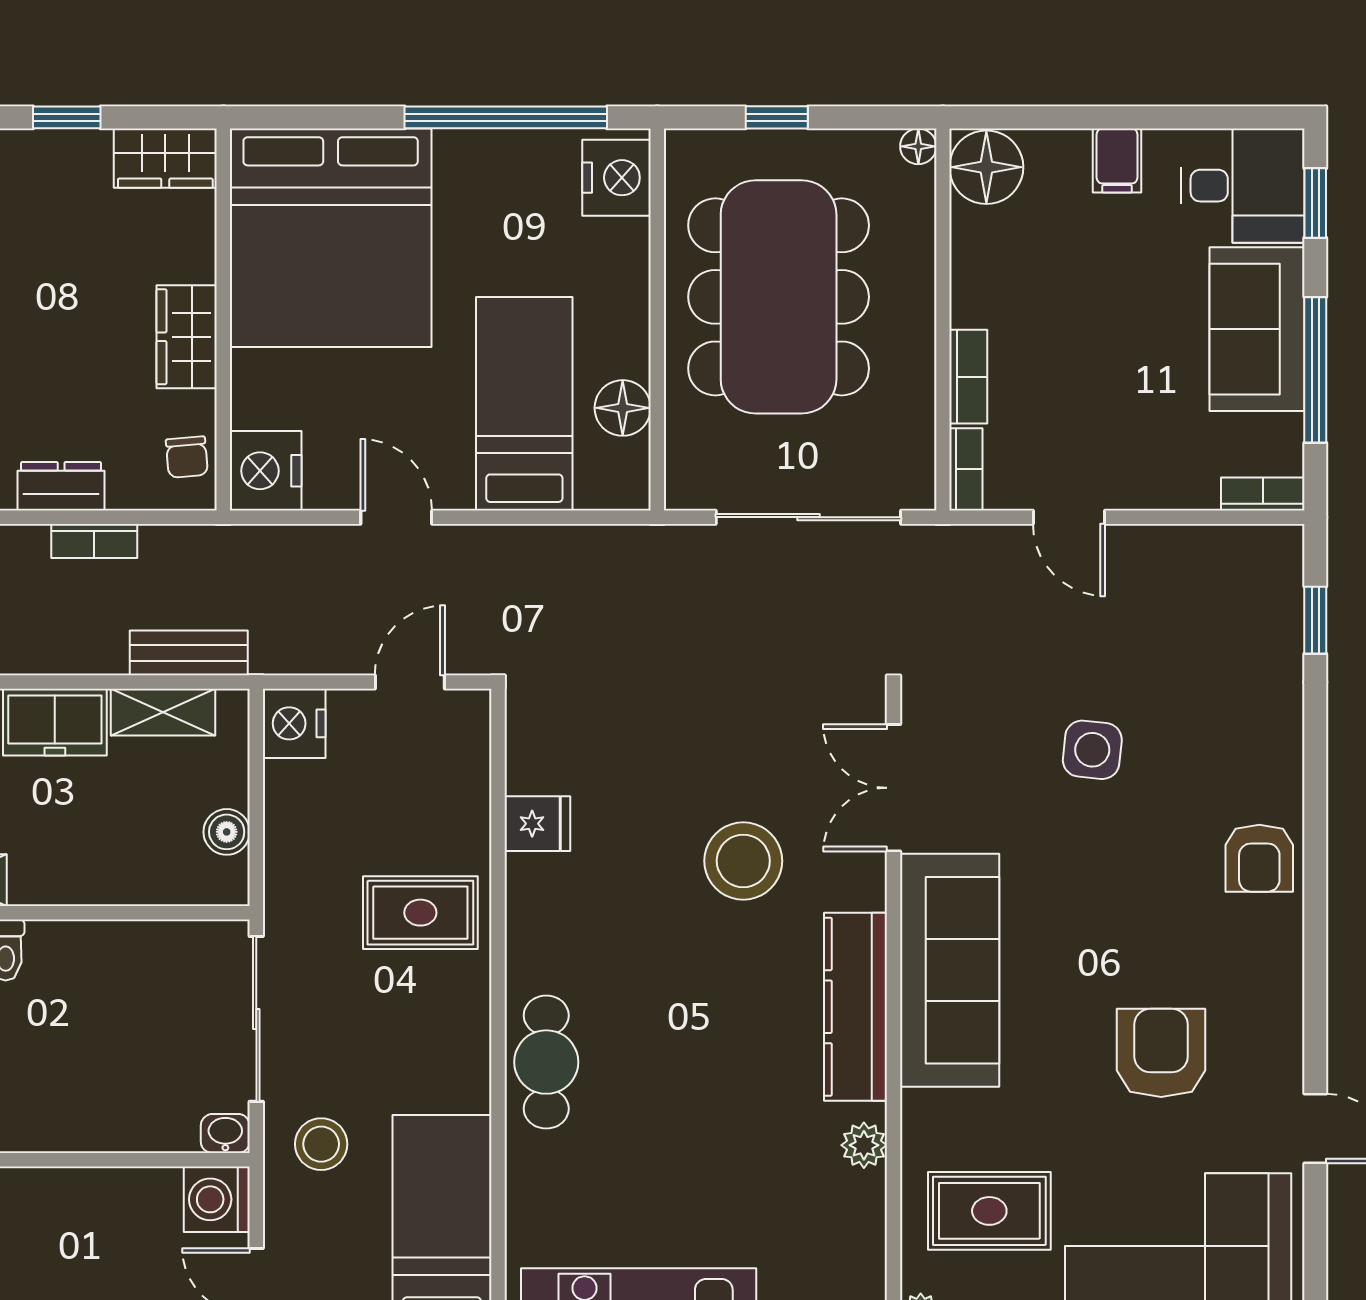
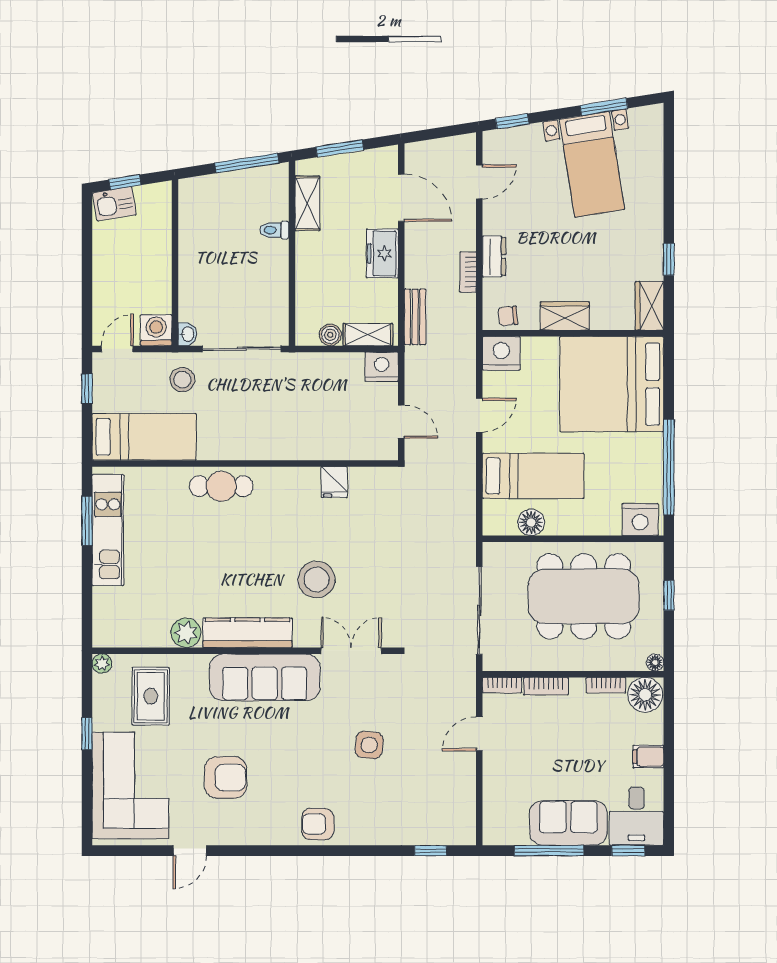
bookcase: (1263, 494) -> (606, 685), moved, turned 90
shelving: (163, 712) -> (368, 335), moved, turned 90
rug: (420, 913) -> (292, 427), removed
plant: (864, 1145) -> (186, 633), width x1.38, depth x1.38

